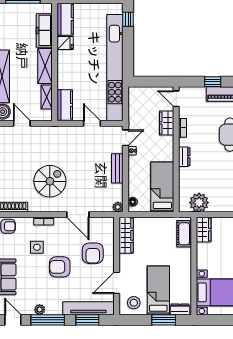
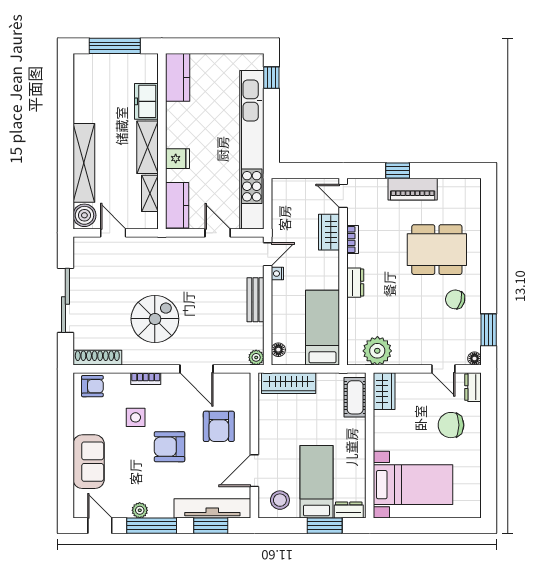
freezer: (44, 30) -> (146, 101), width x0.71
fridge: (65, 43) -> (178, 159), moved
wardrobe: (126, 235) -> (289, 383), moved, turned 90

